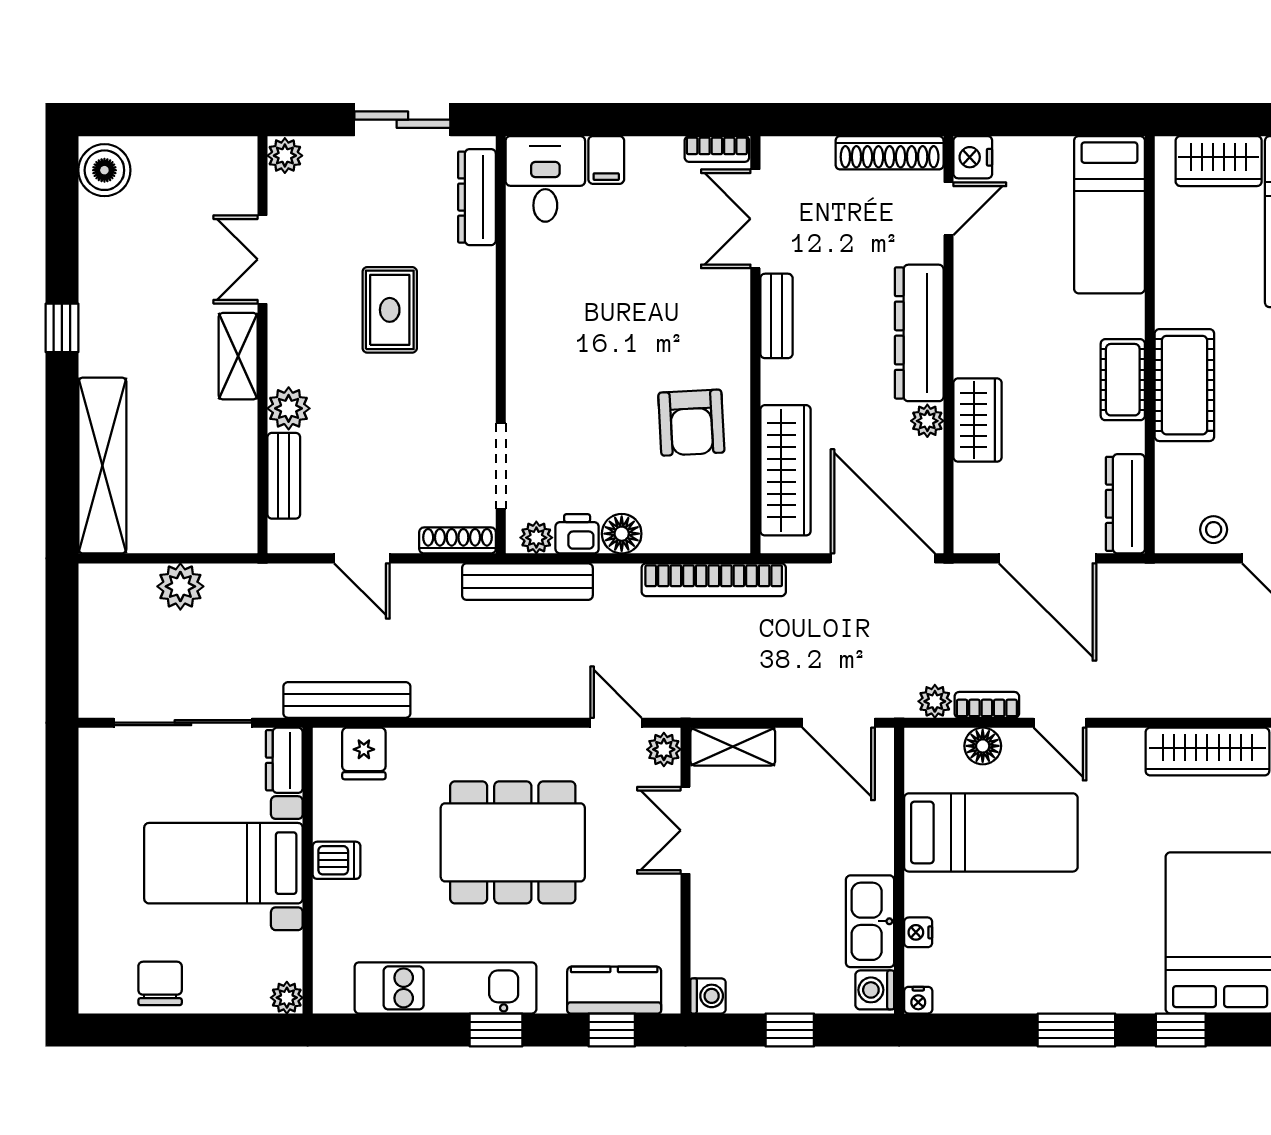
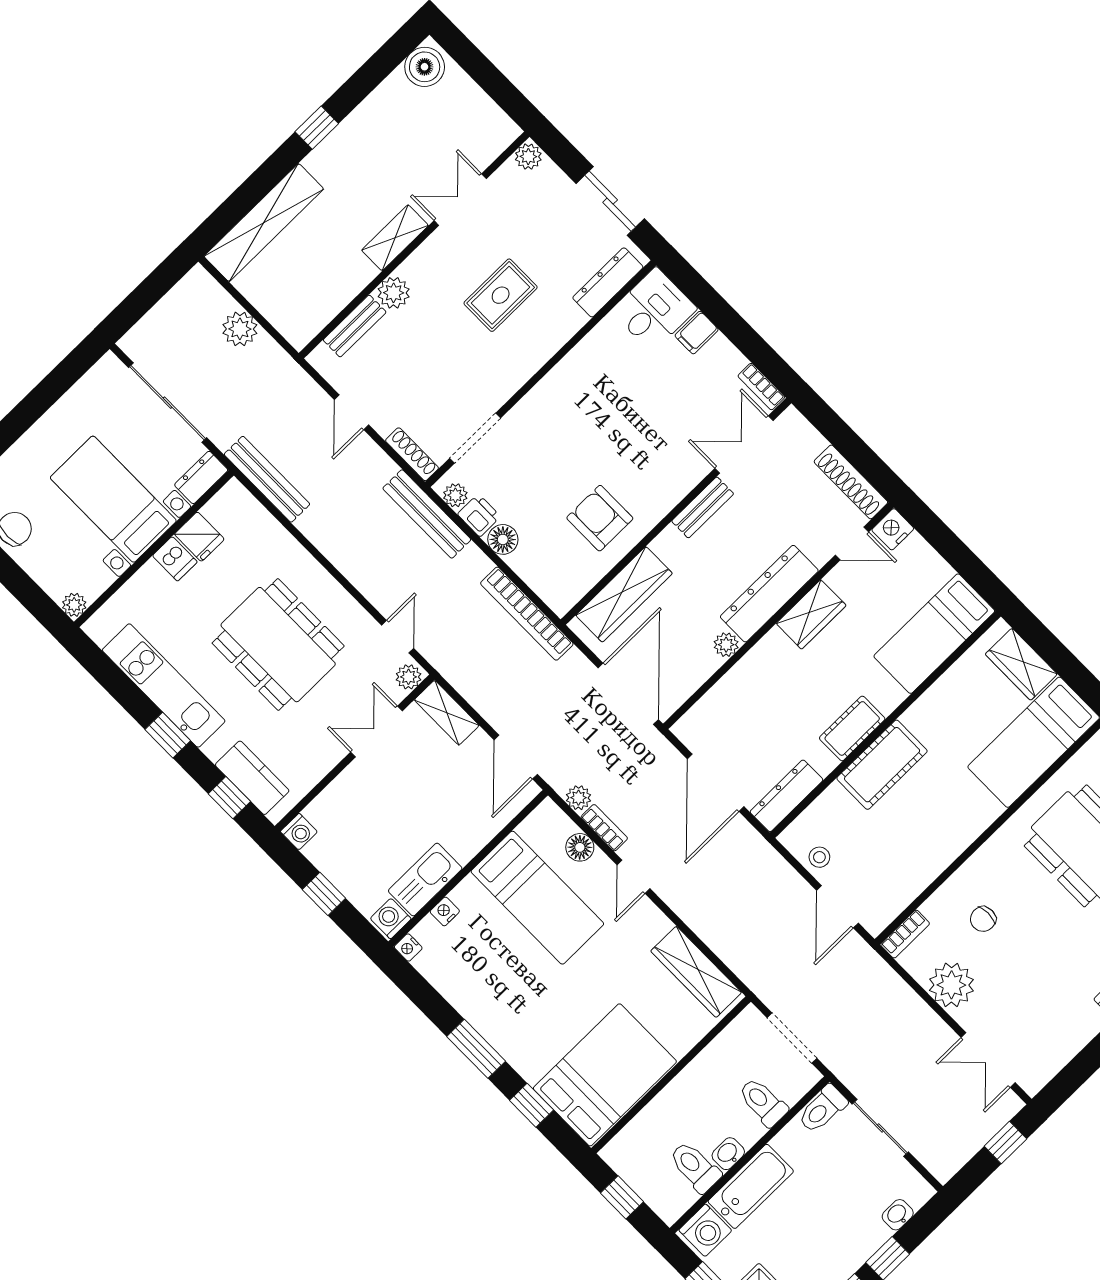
wardrobe: (978, 420) -> (811, 614), moved
armchair: (691, 423) -> (600, 518), turned 93
fridge: (364, 753) -> (199, 537), moved, turned -90

